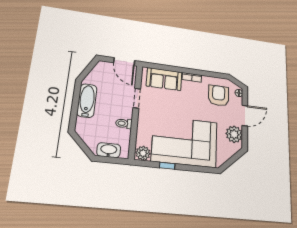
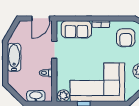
door: (124, 62) -> (41, 18), hinge flipped
armchair: (219, 96) -> (126, 38), turned 180

